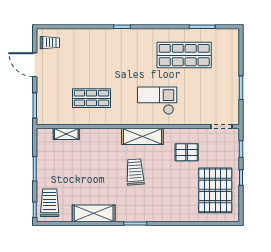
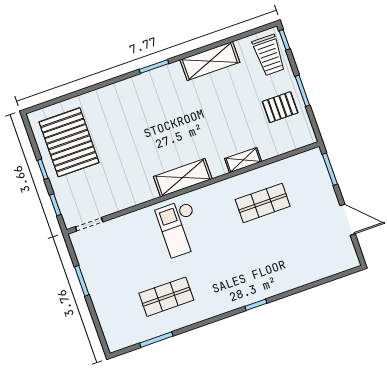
trolley: (50, 43) -> (338, 254), removed
shop shelf: (184, 55) -> (166, 297), width x0.70, depth x0.74
checkout: (157, 101) -> (180, 228), turned 90
shelving: (66, 134) -> (243, 160), moved
pallet: (187, 152) -> (280, 107), moved
trolley: (135, 172) -> (177, 130), removed

